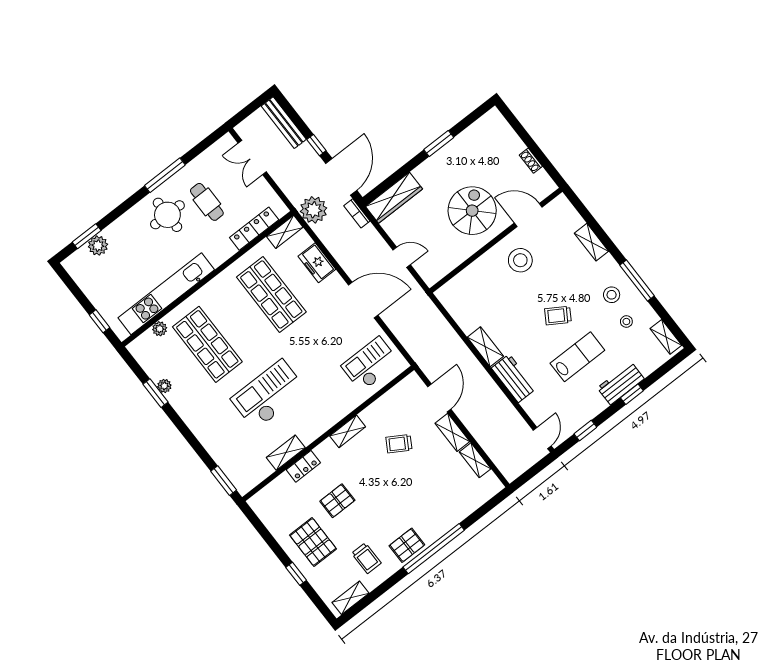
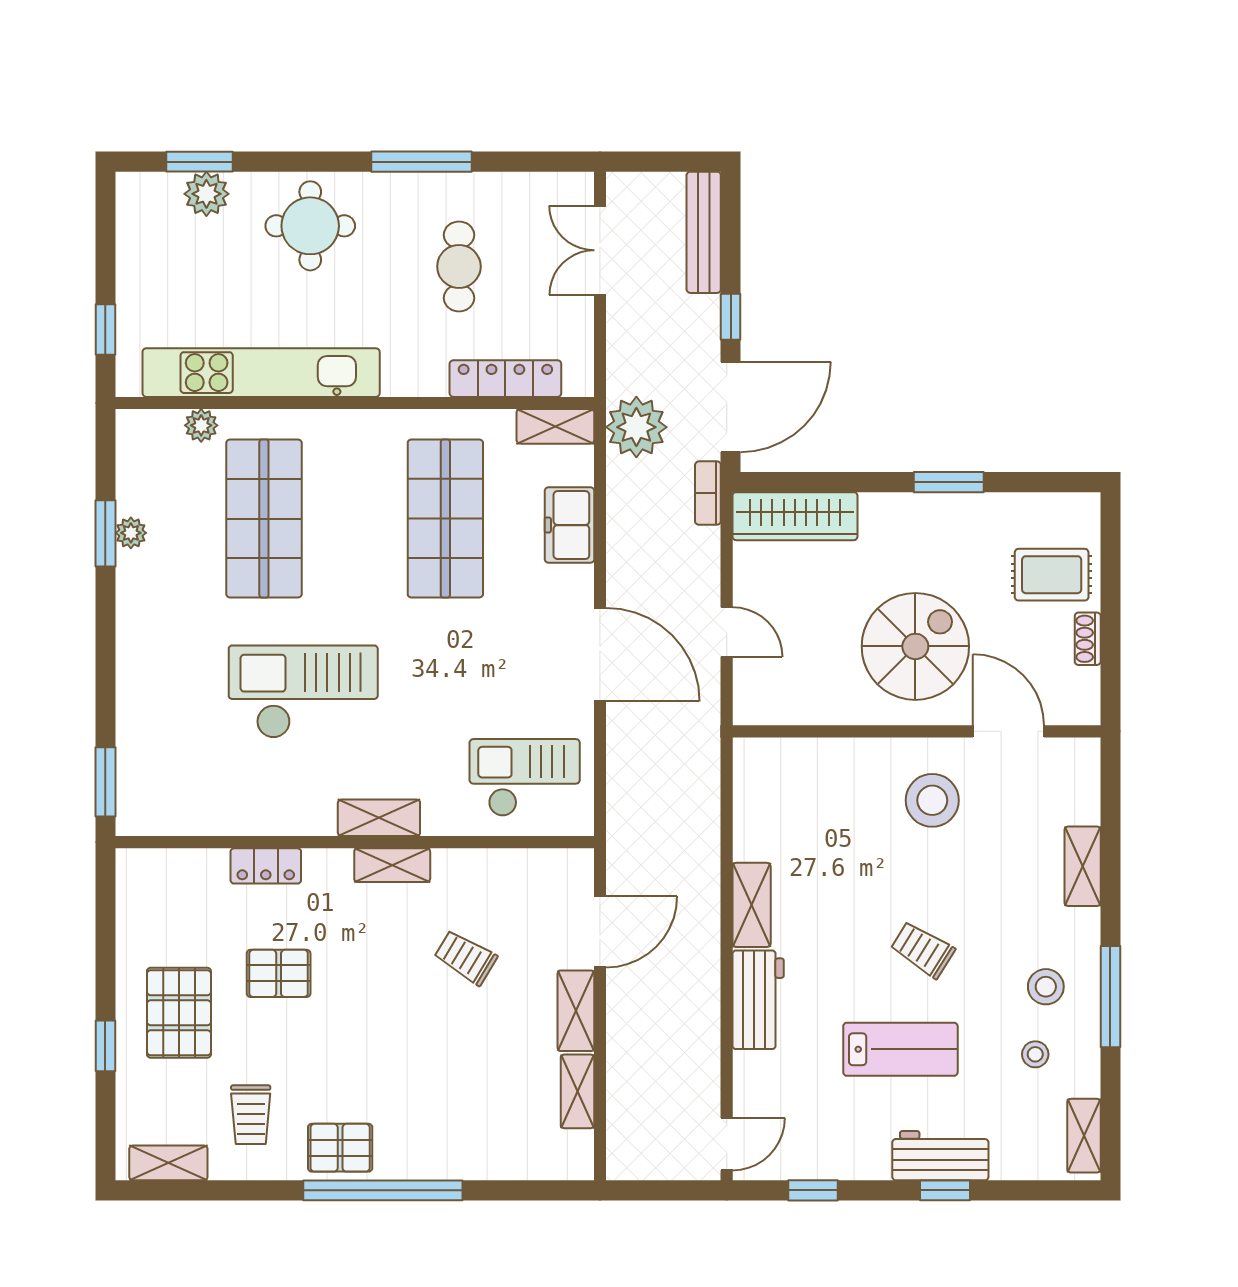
rug: (500, 148) -> (1052, 575), added
round table: (167, 215) -> (310, 226), moved
shelving: (286, 453) -> (379, 818), moved

